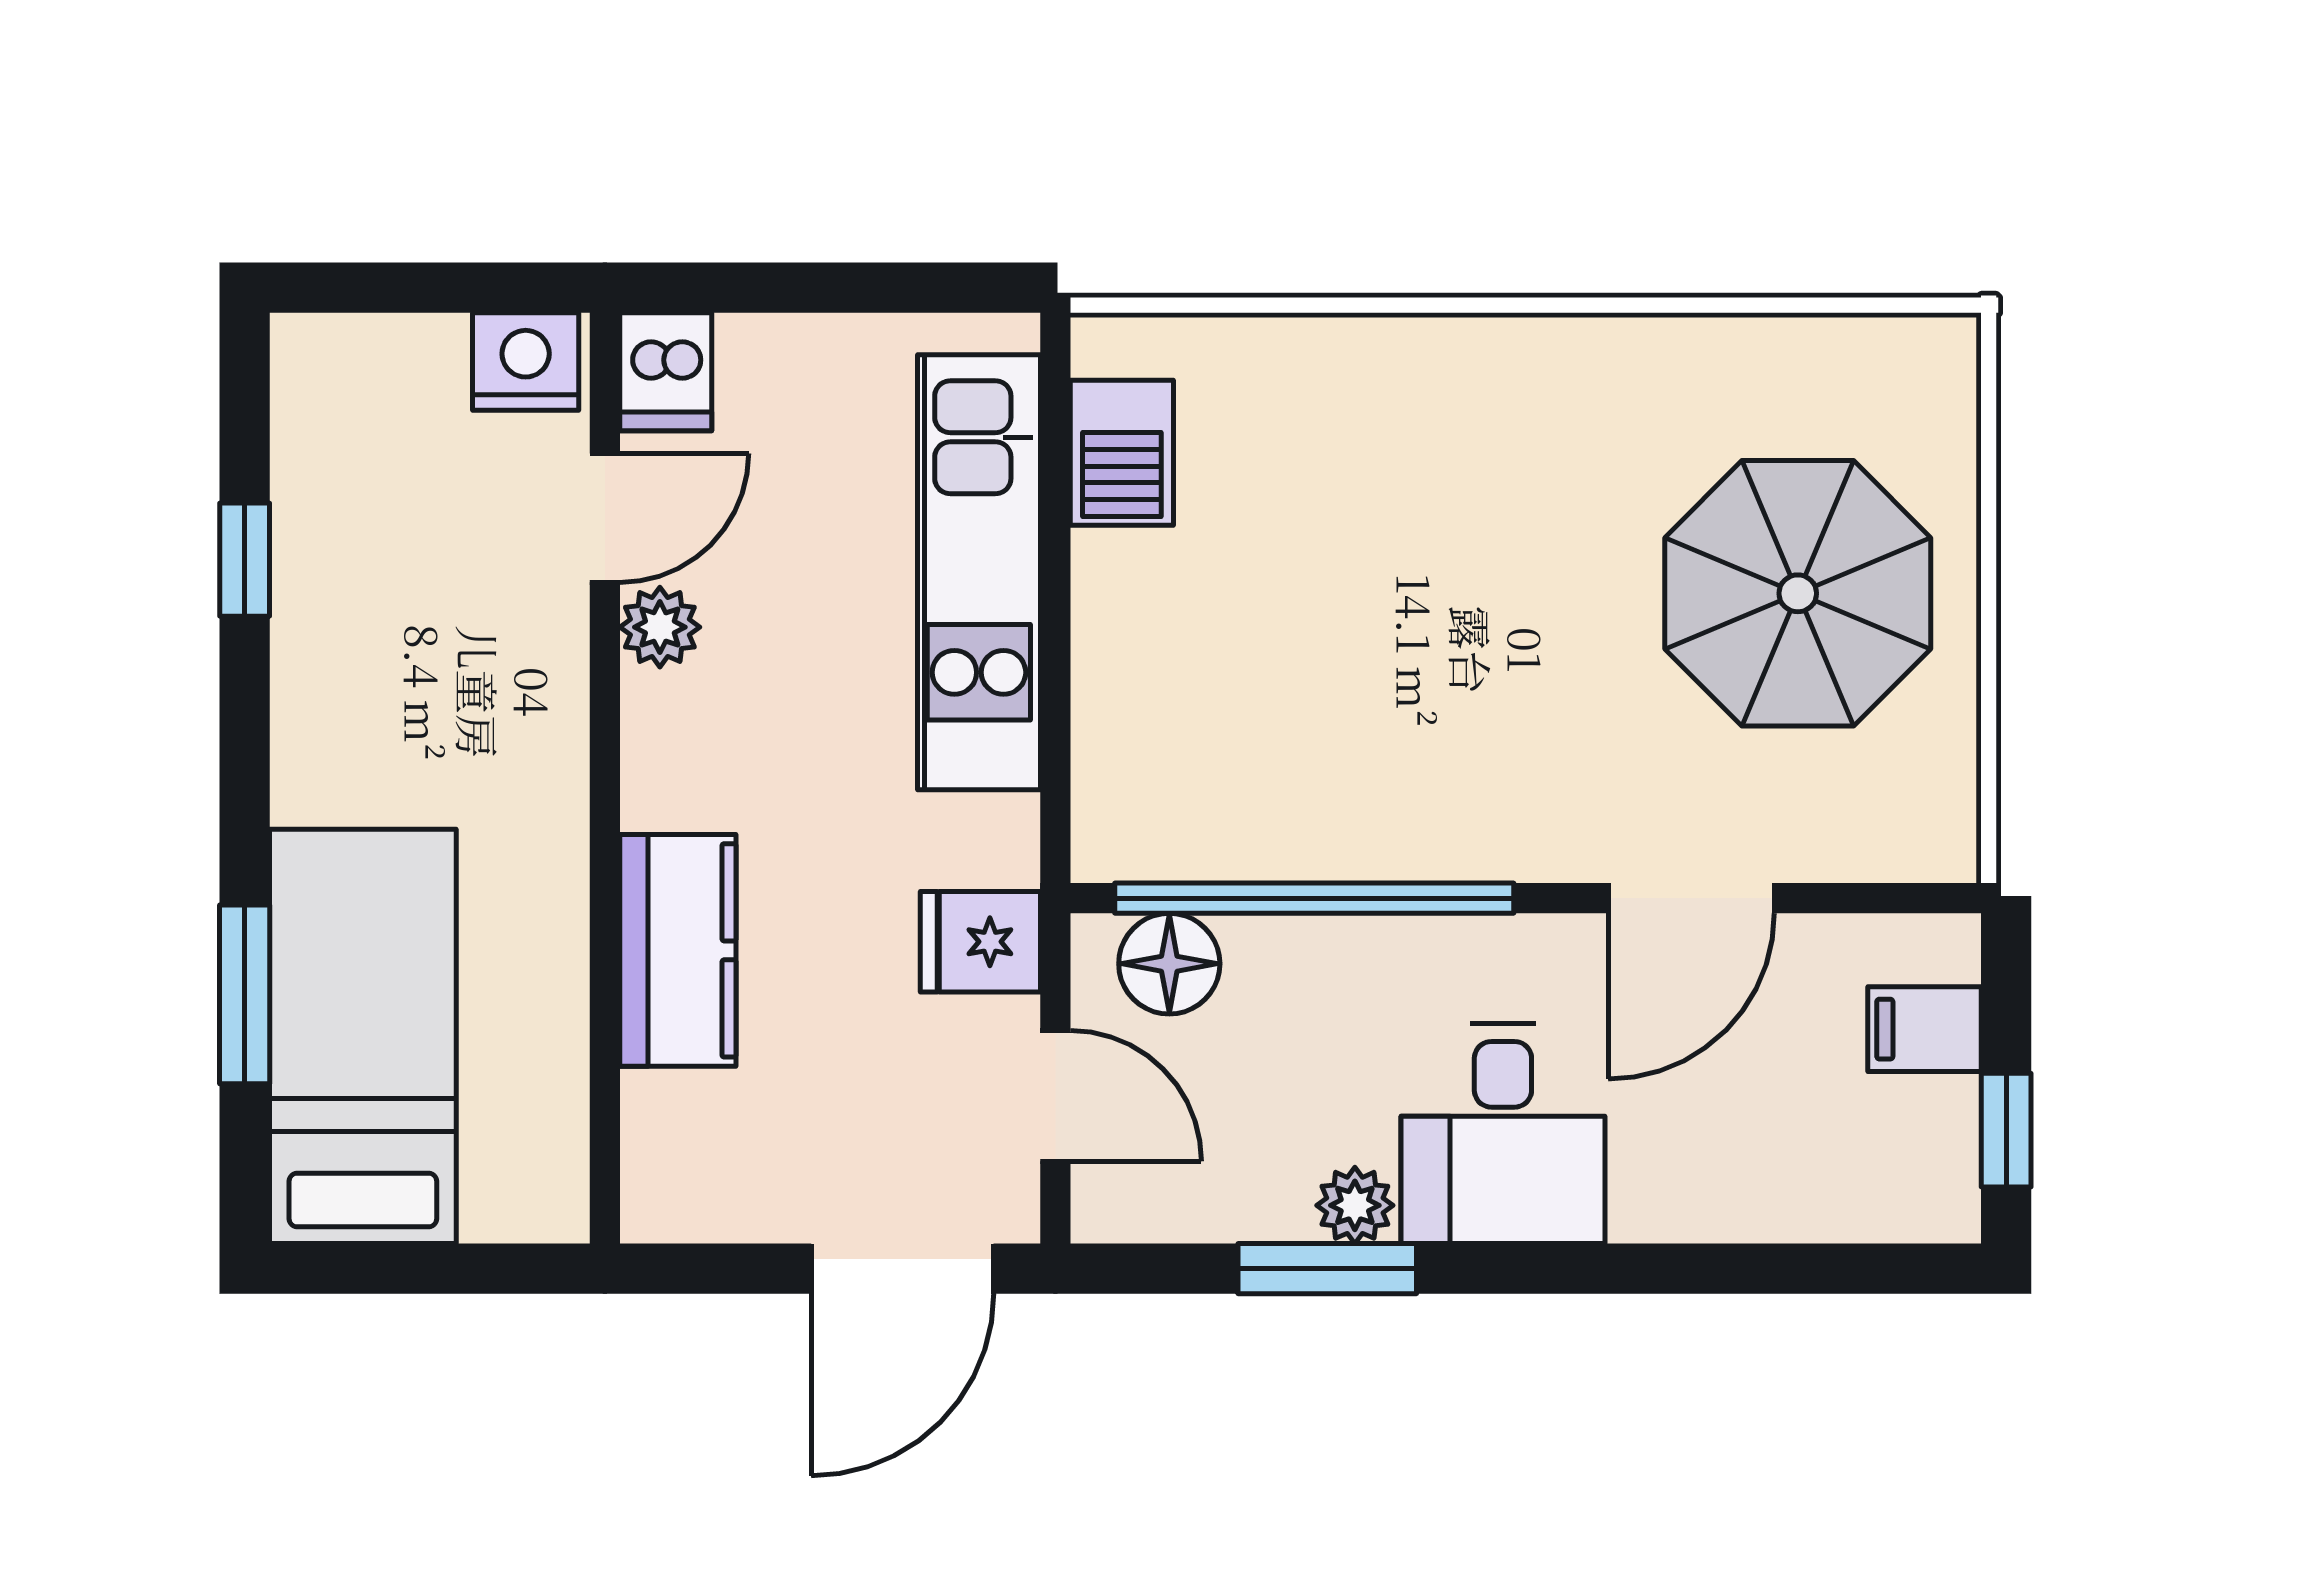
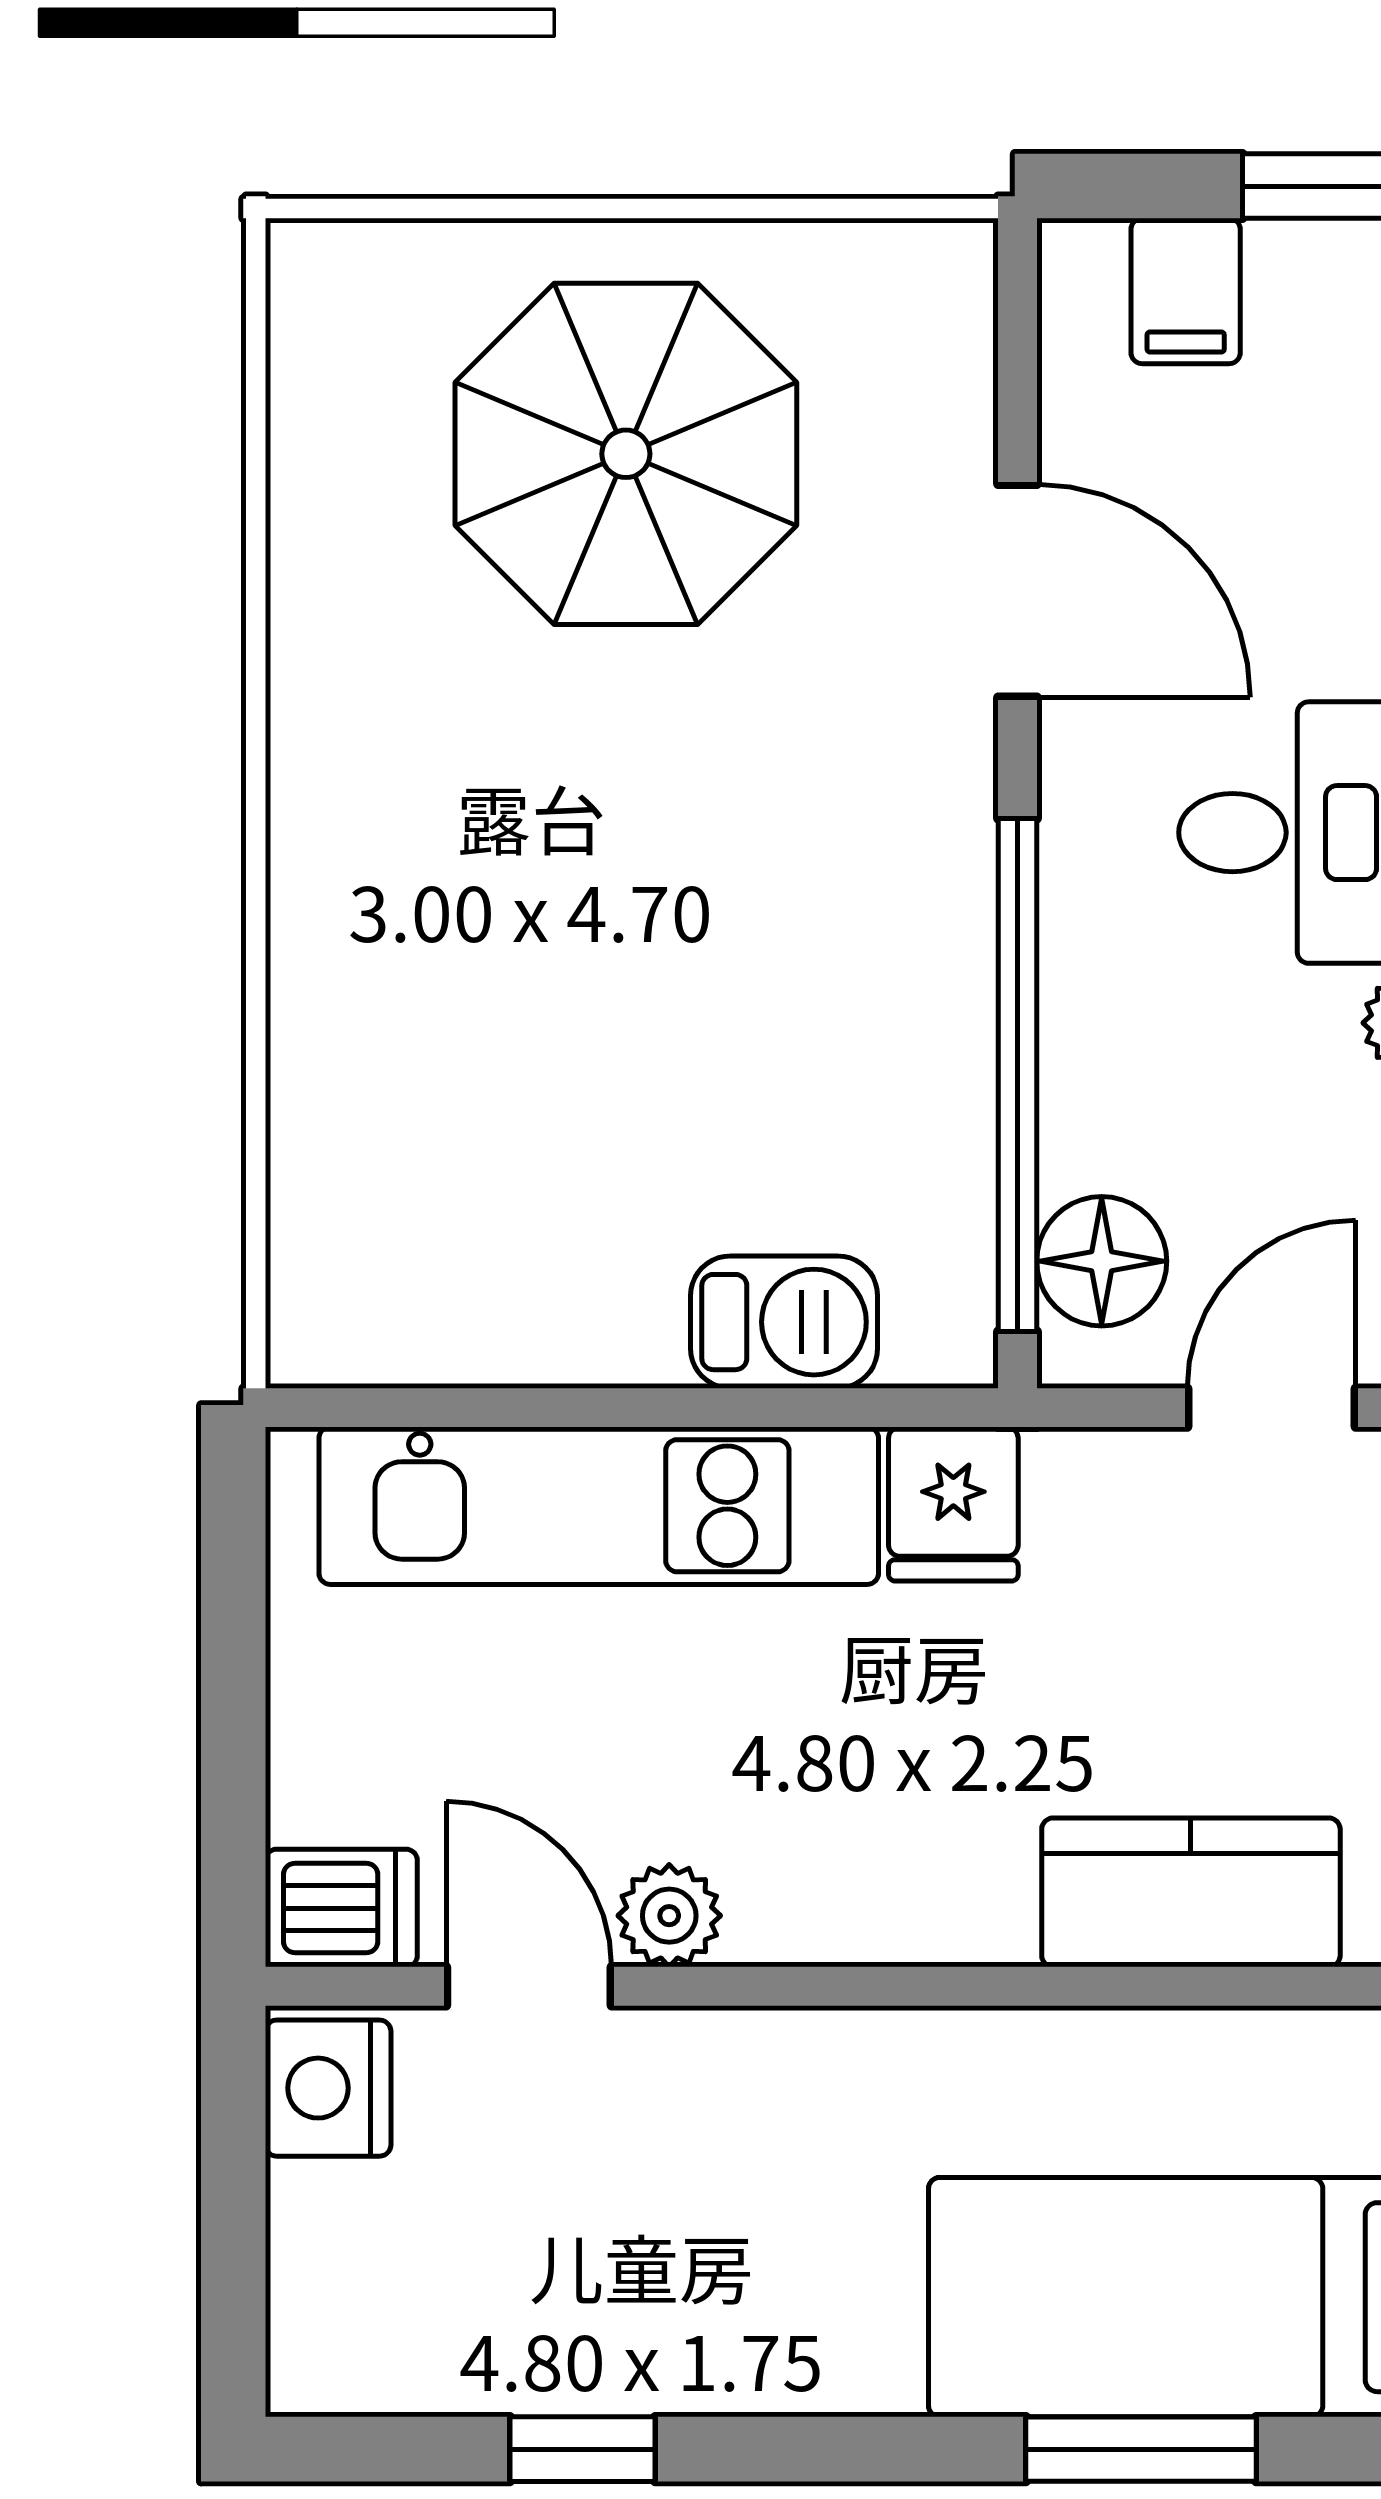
barbecue: (1122, 453) -> (784, 1322), moved
fridge: (980, 942) -> (953, 1504), moved
kitchen counter: (678, 950) -> (1191, 1892), moved

